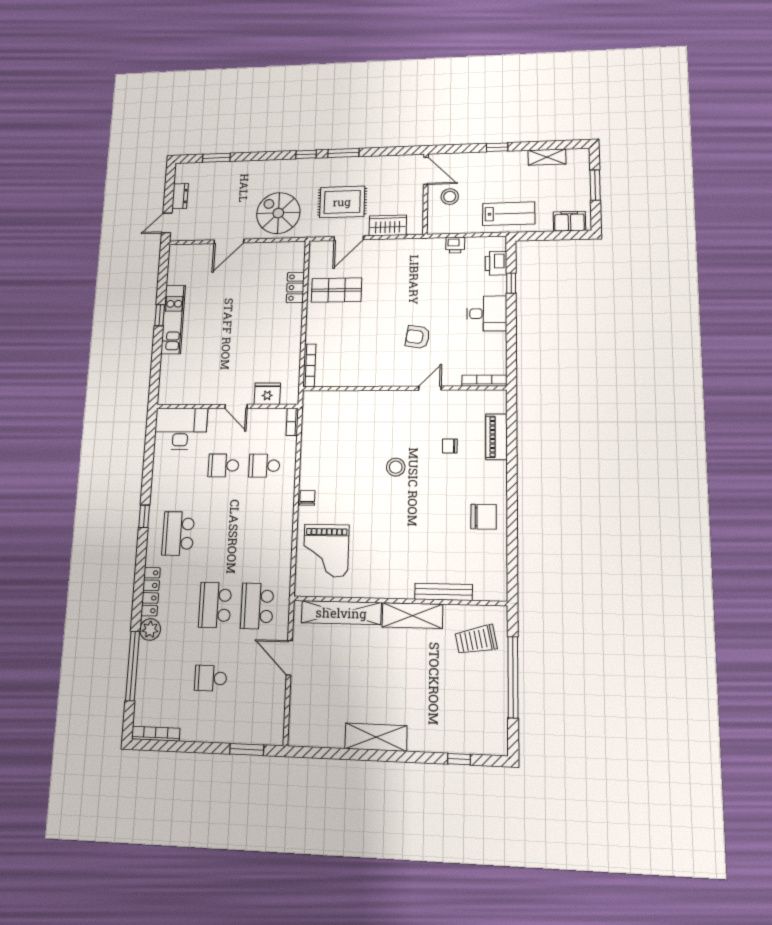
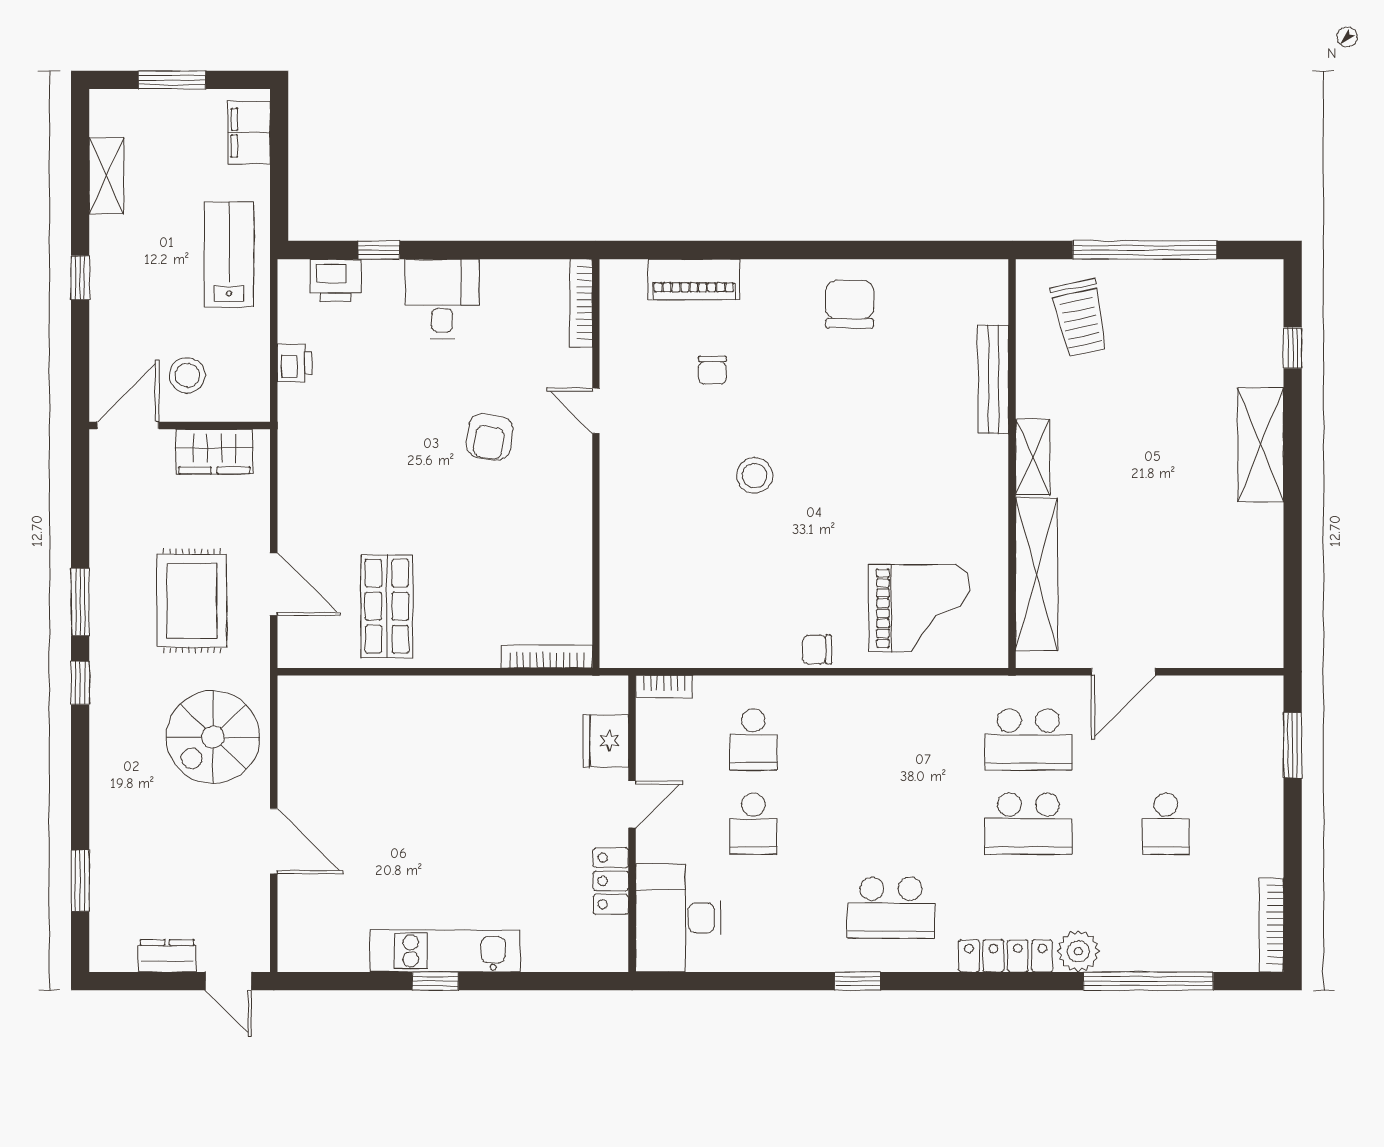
wardrobe: (388, 226) -> (214, 452), moved, turned -90
locker: (295, 287) -> (611, 881), moved, turned 90
shelving: (412, 616) -> (1033, 457), width x0.67, depth x0.75
shelving: (376, 737) -> (1261, 445), moved

